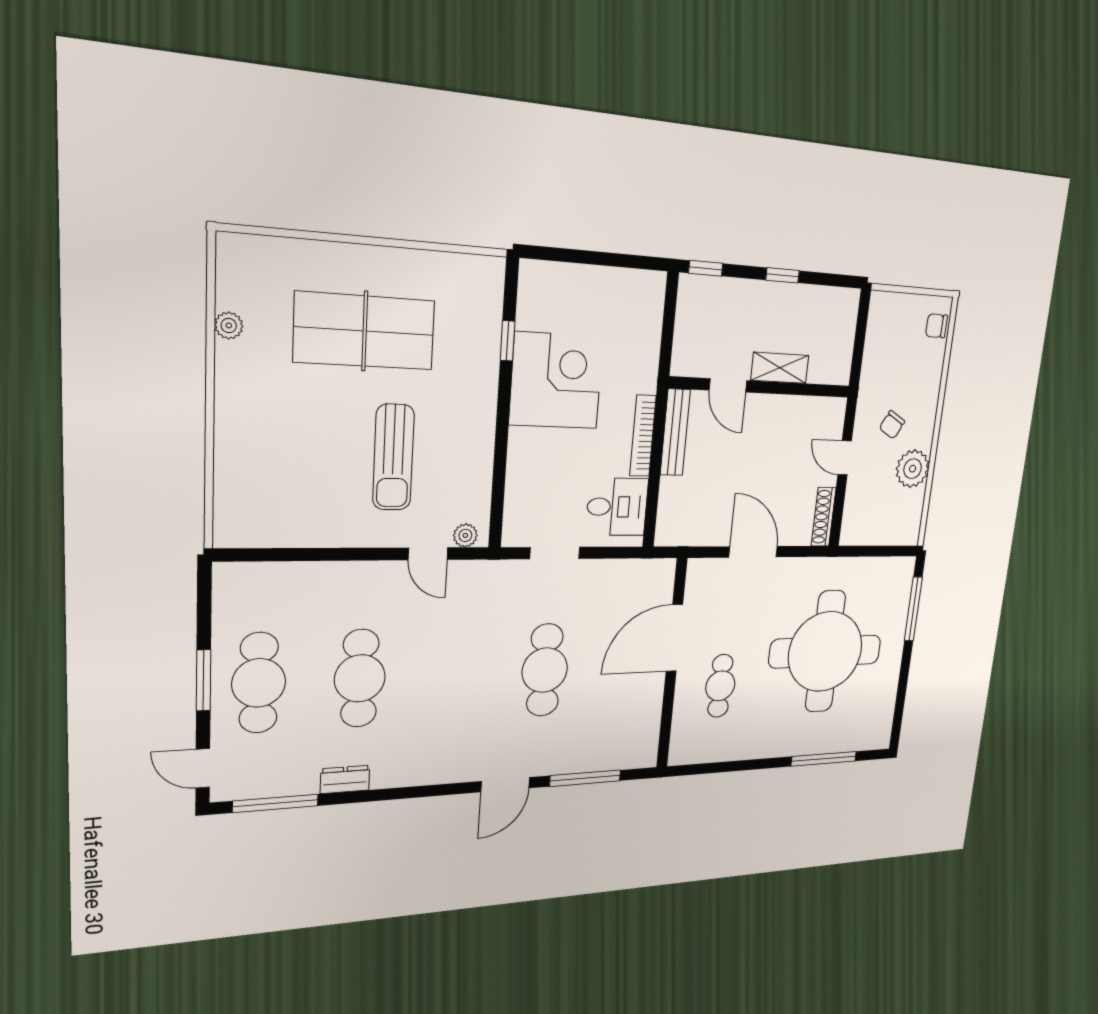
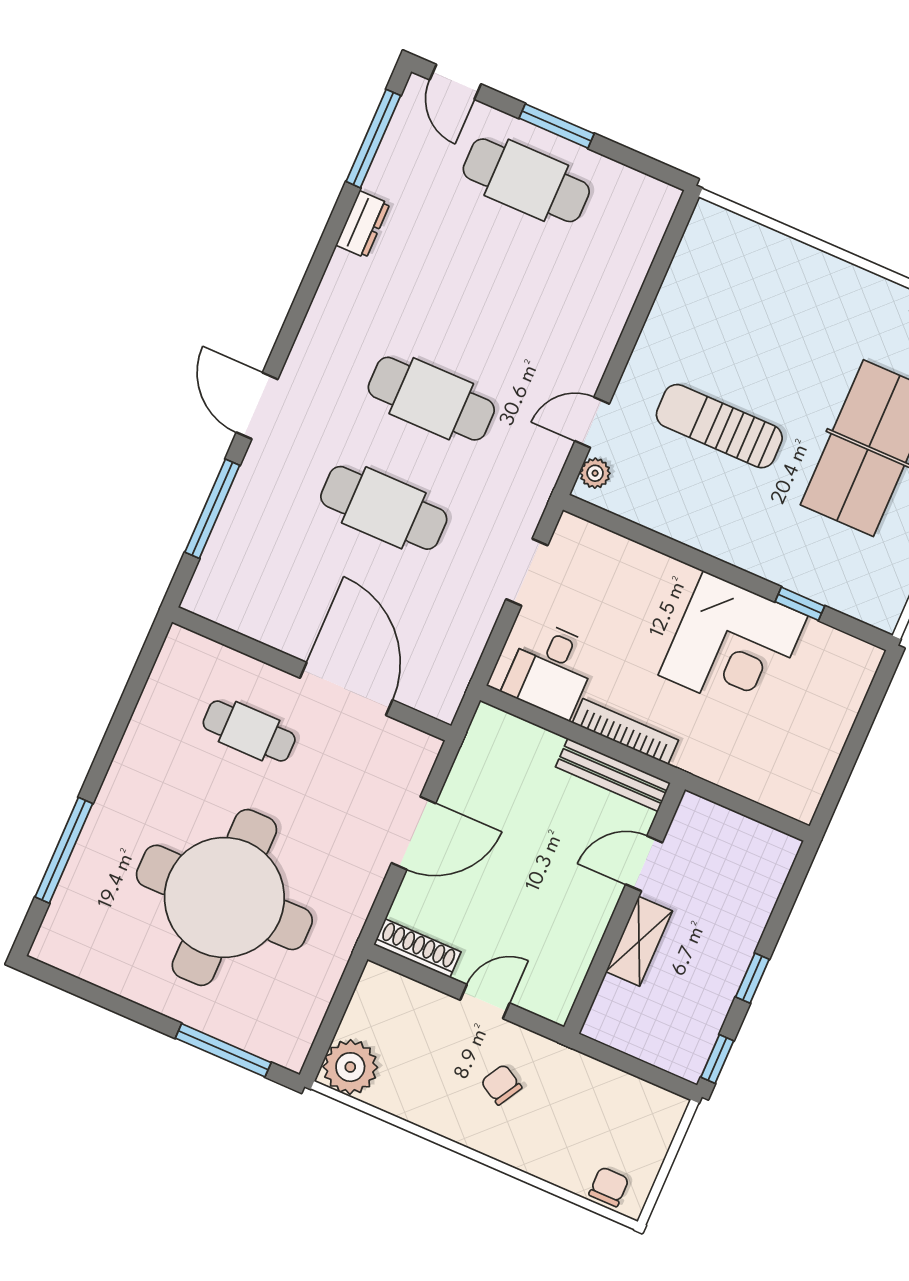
window: (706, 268) -> (717, 1059), moved
plant: (913, 469) -> (350, 1067), moved
cafe table: (360, 678) -> (431, 399), moved
door: (203, 768) -> (455, 82), swing flipped

